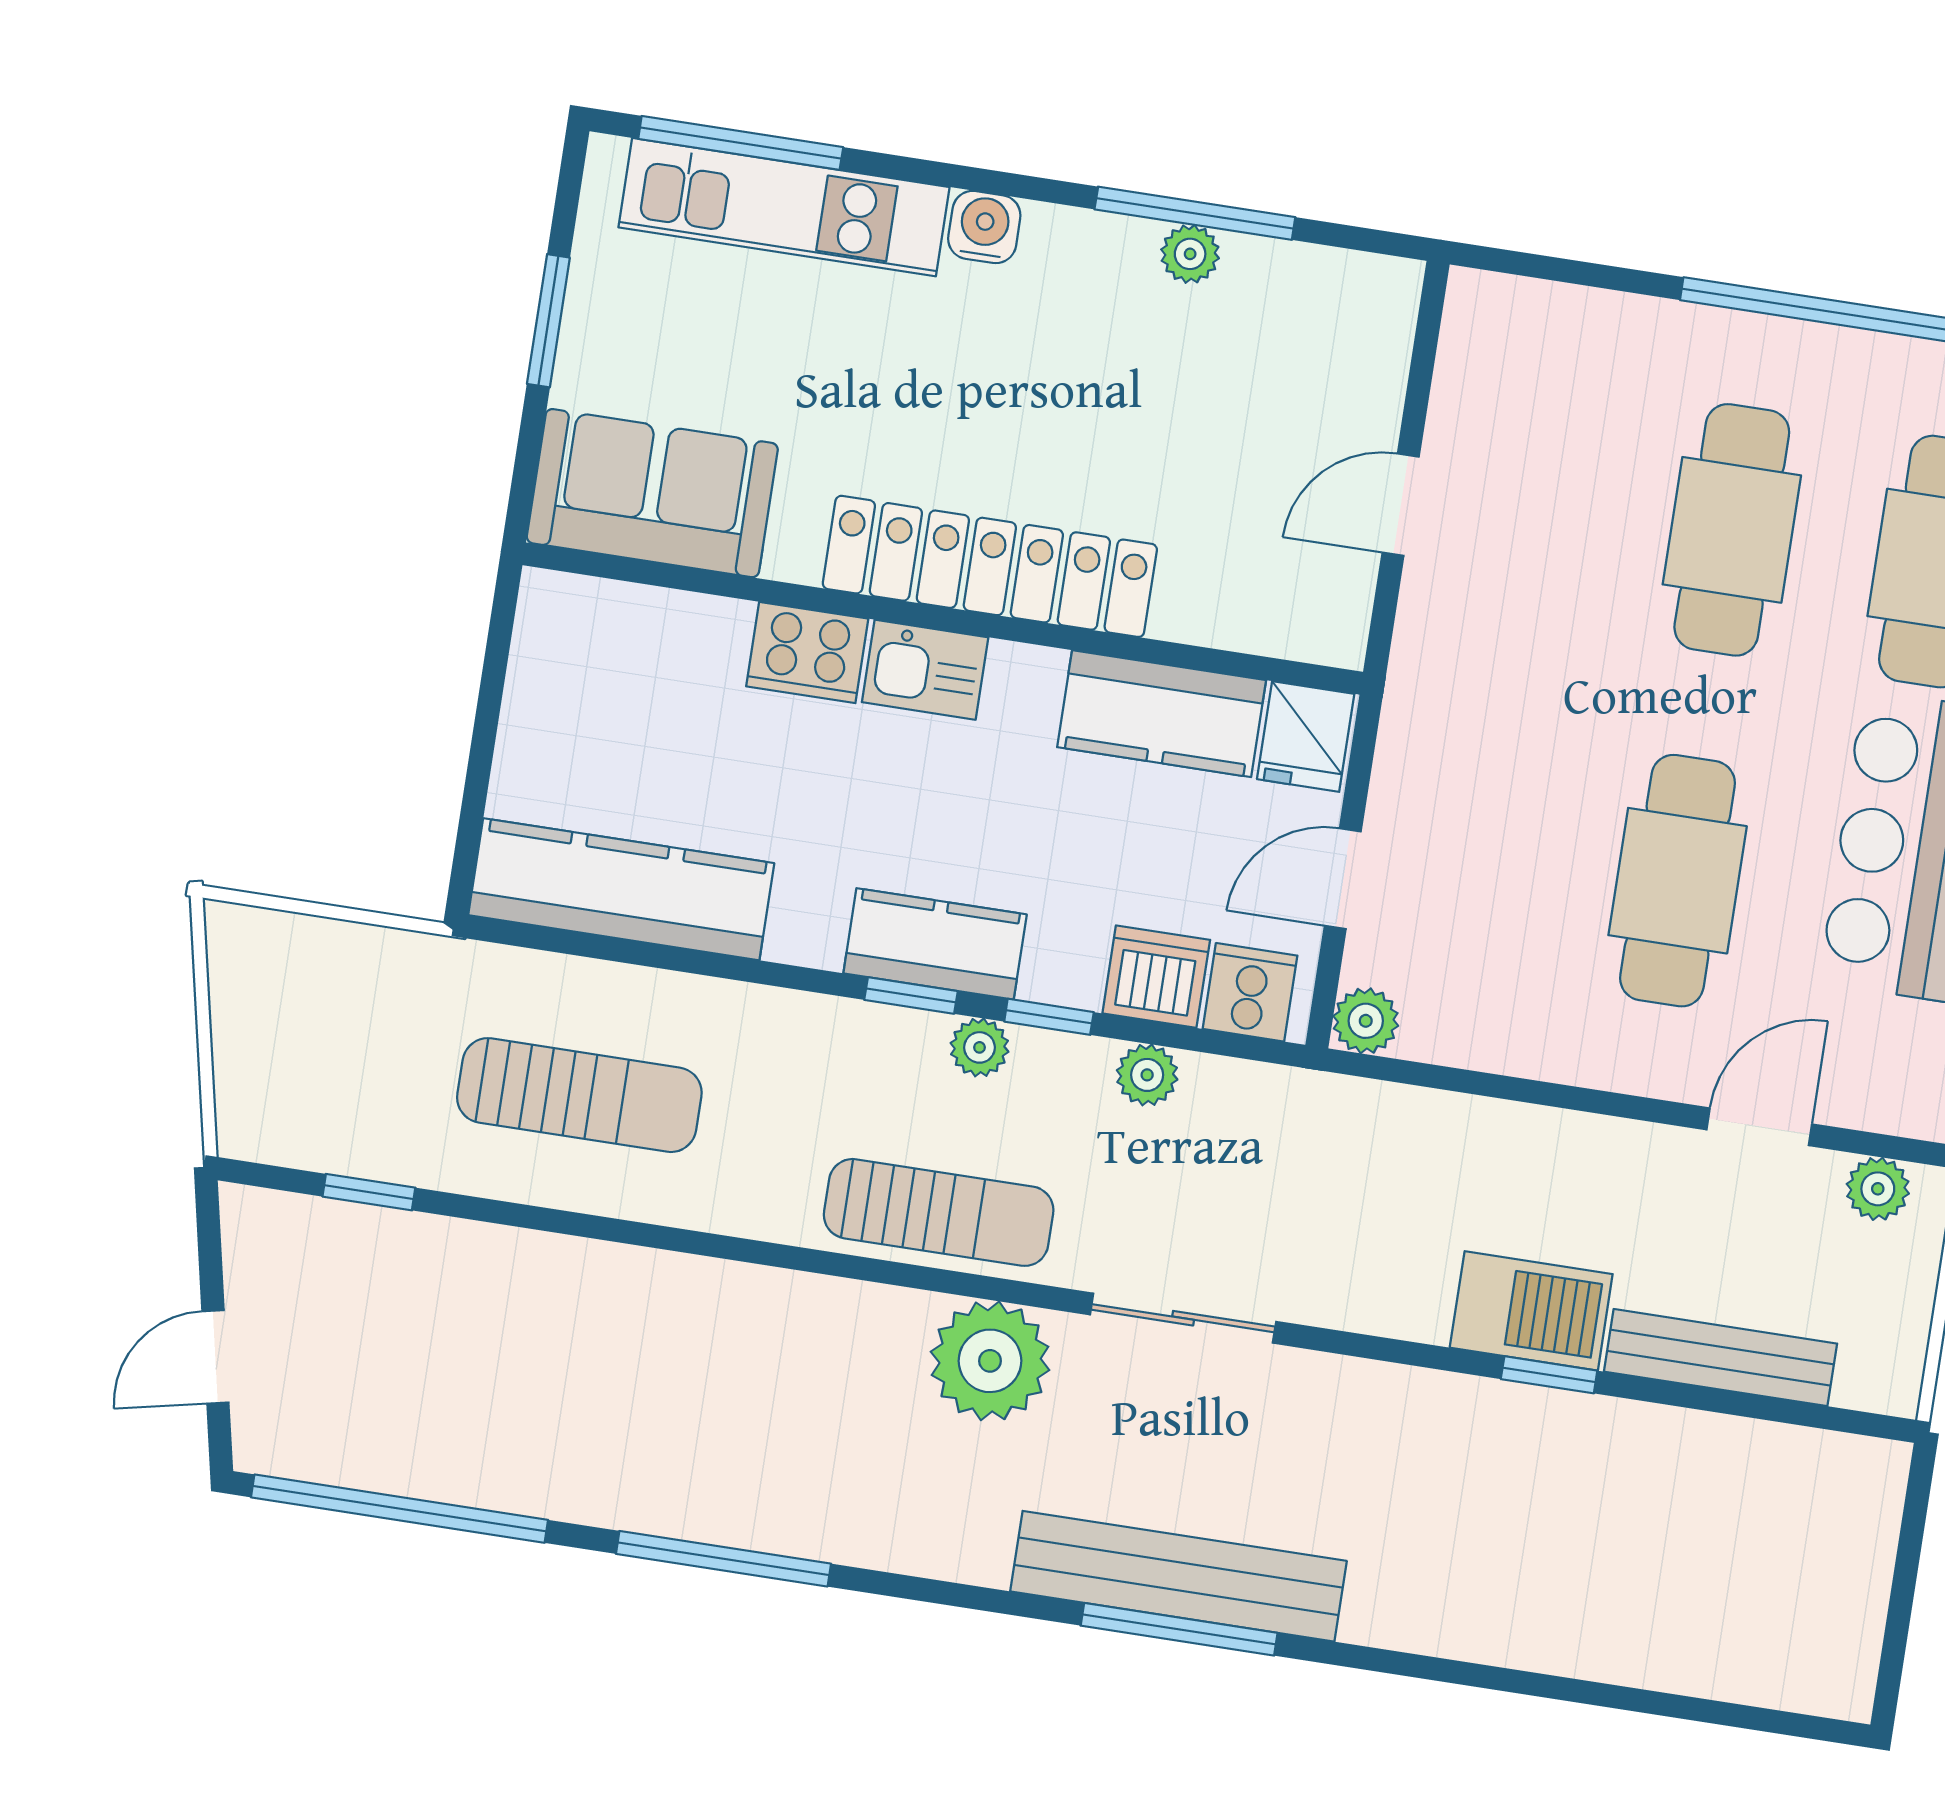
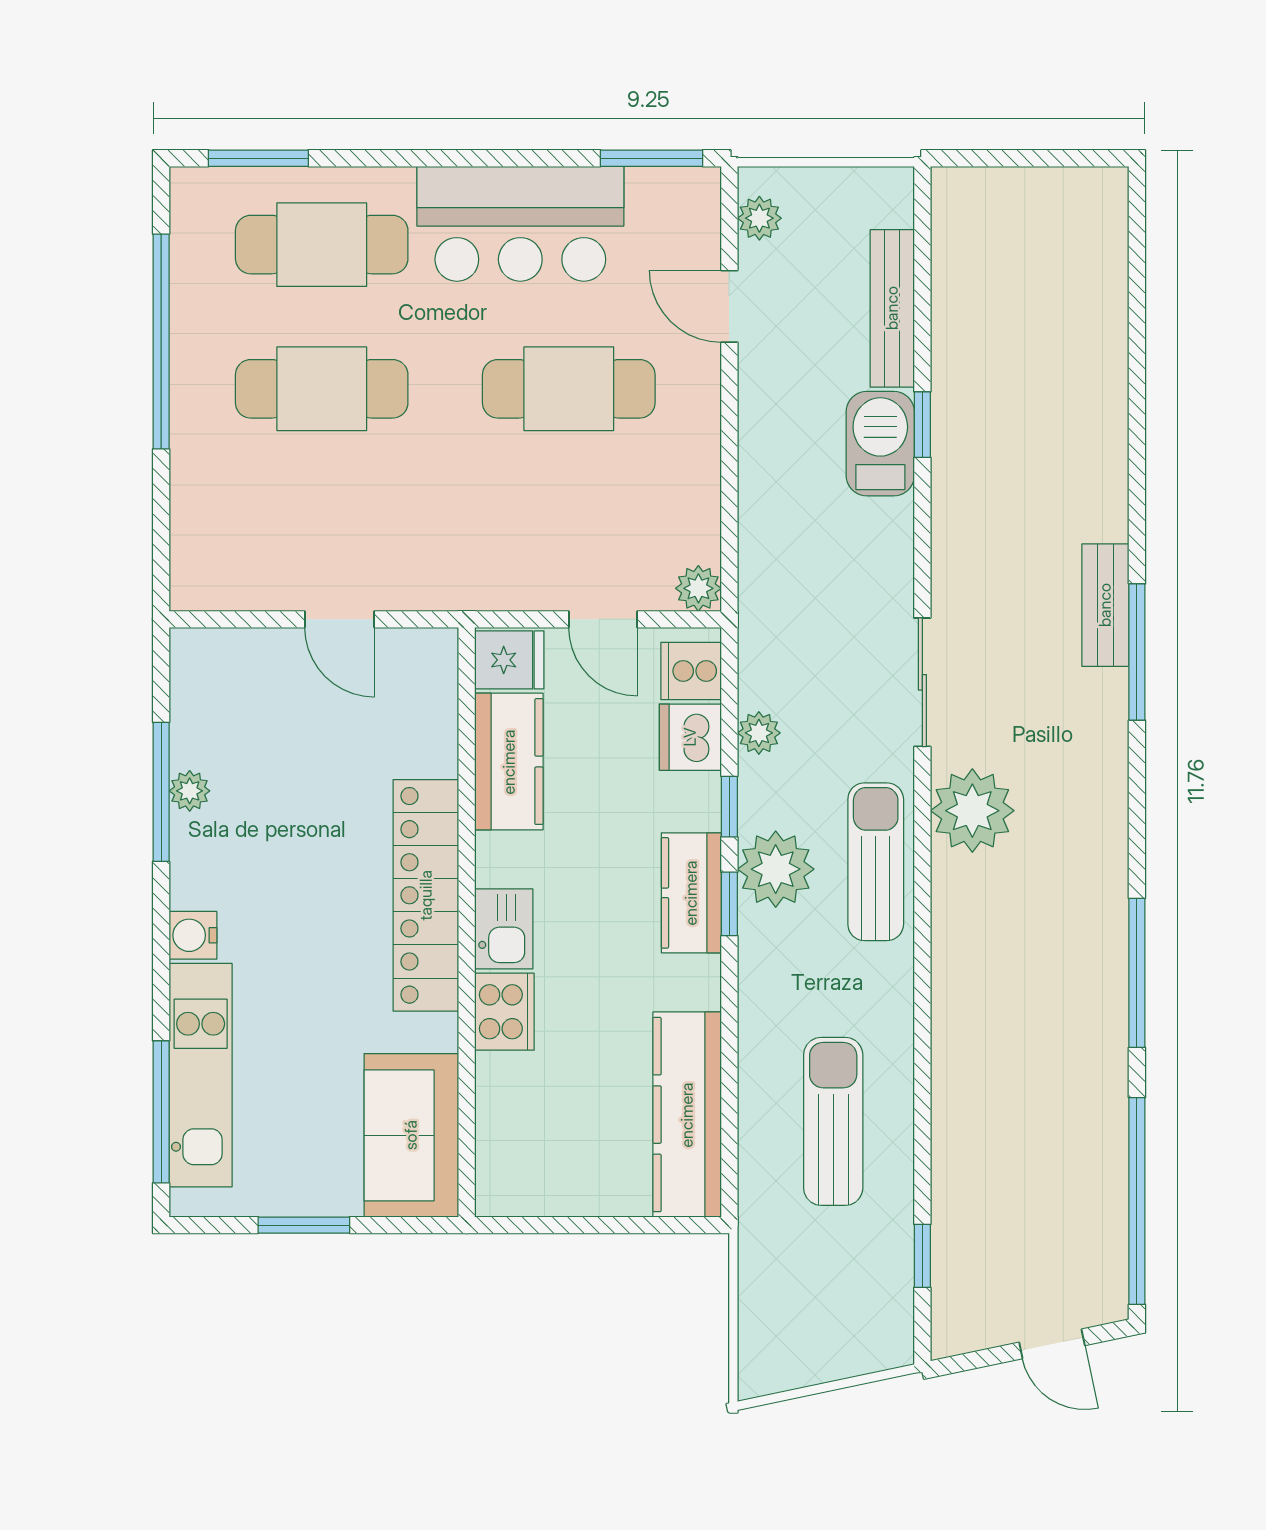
plant: (979, 1047) -> (776, 869), width x1.87, depth x1.87
bench: (1178, 1576) -> (1105, 605), width x0.54, depth x0.82

